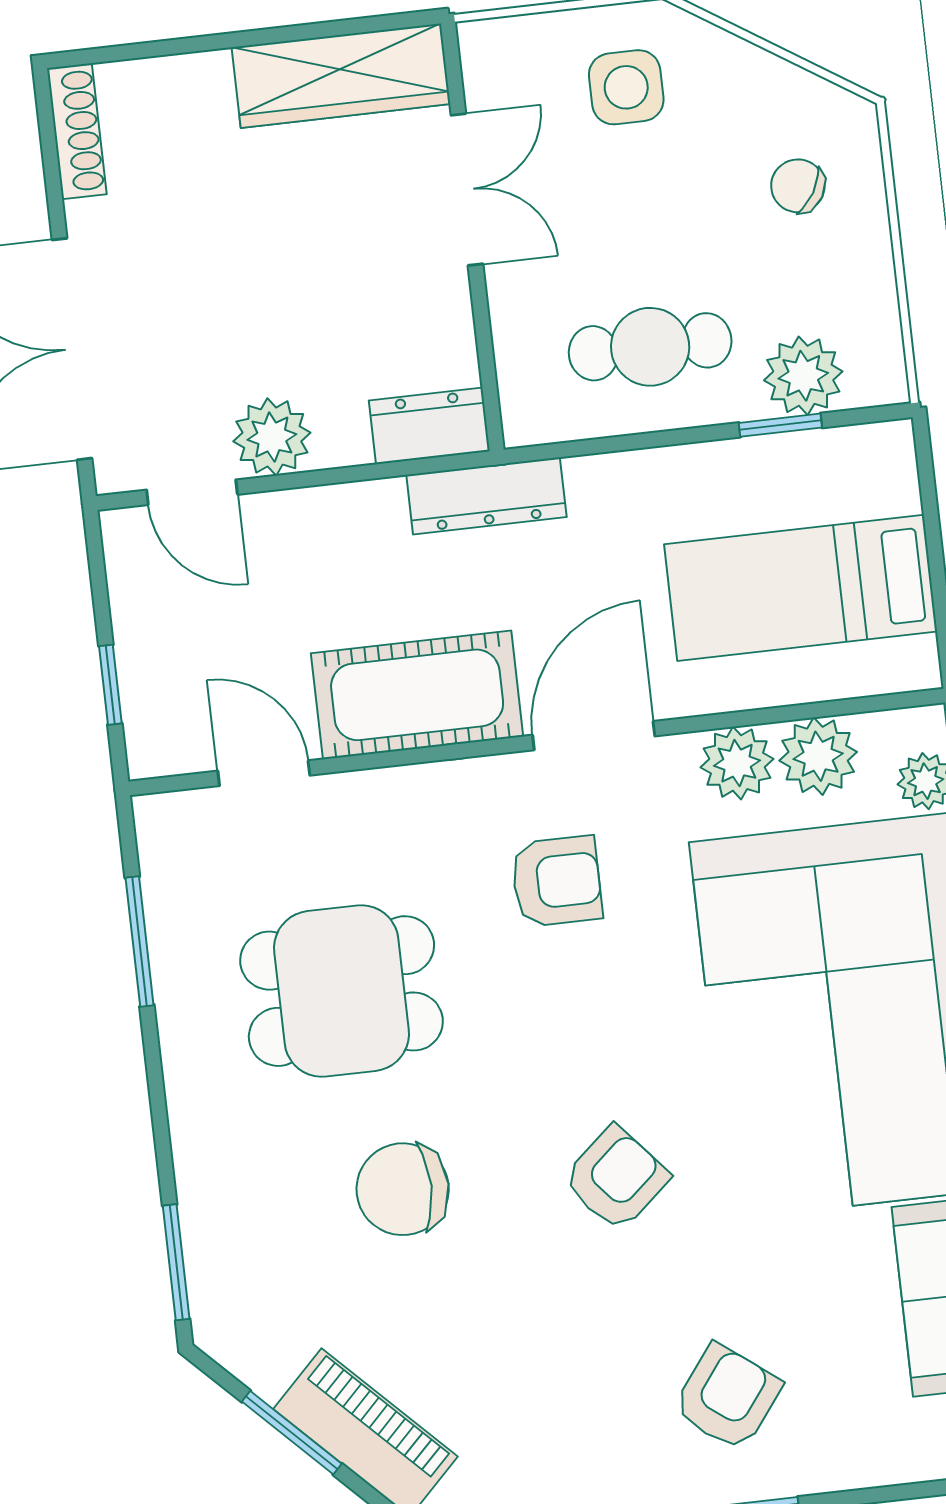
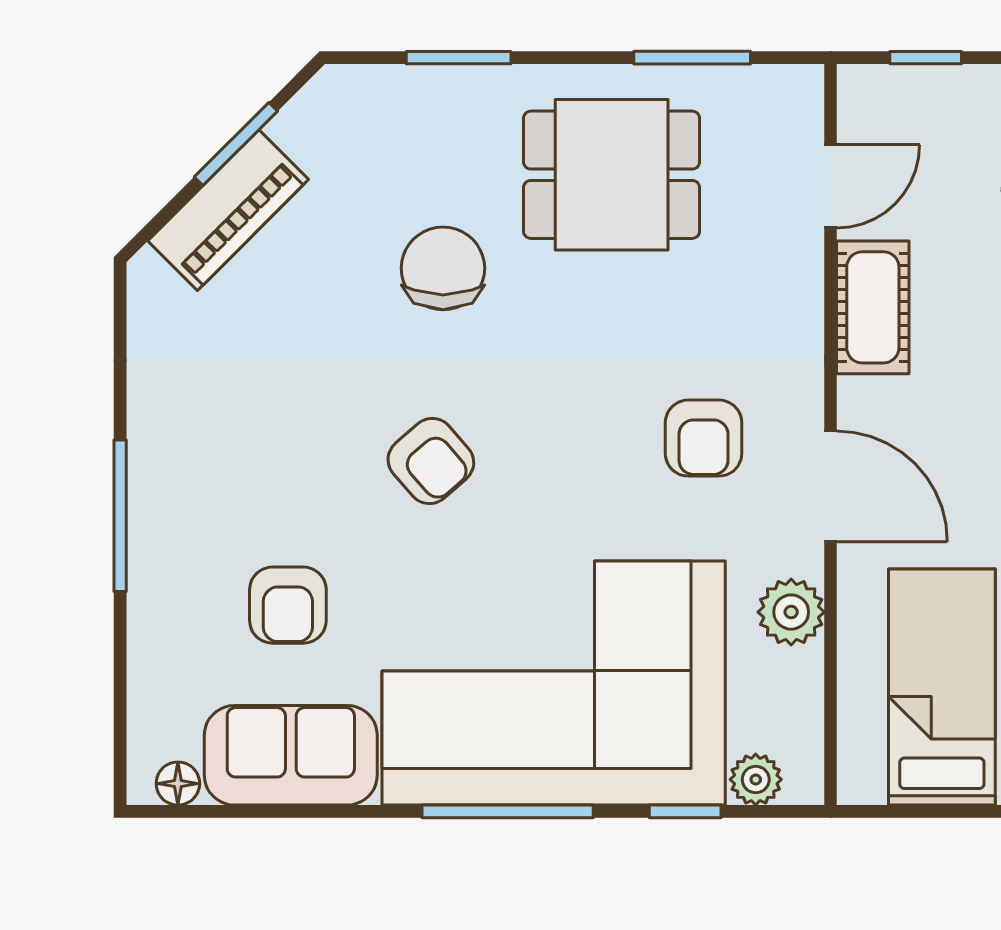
cot: (417, 695) -> (873, 307), width x0.73, depth x0.75
plant: (818, 756) -> (789, 686), removed
dining table: (341, 991) -> (612, 175), moved, turned 90
window: (176, 1262) -> (459, 58), moved
armchair: (727, 1397) -> (288, 605), moved, turned 53

